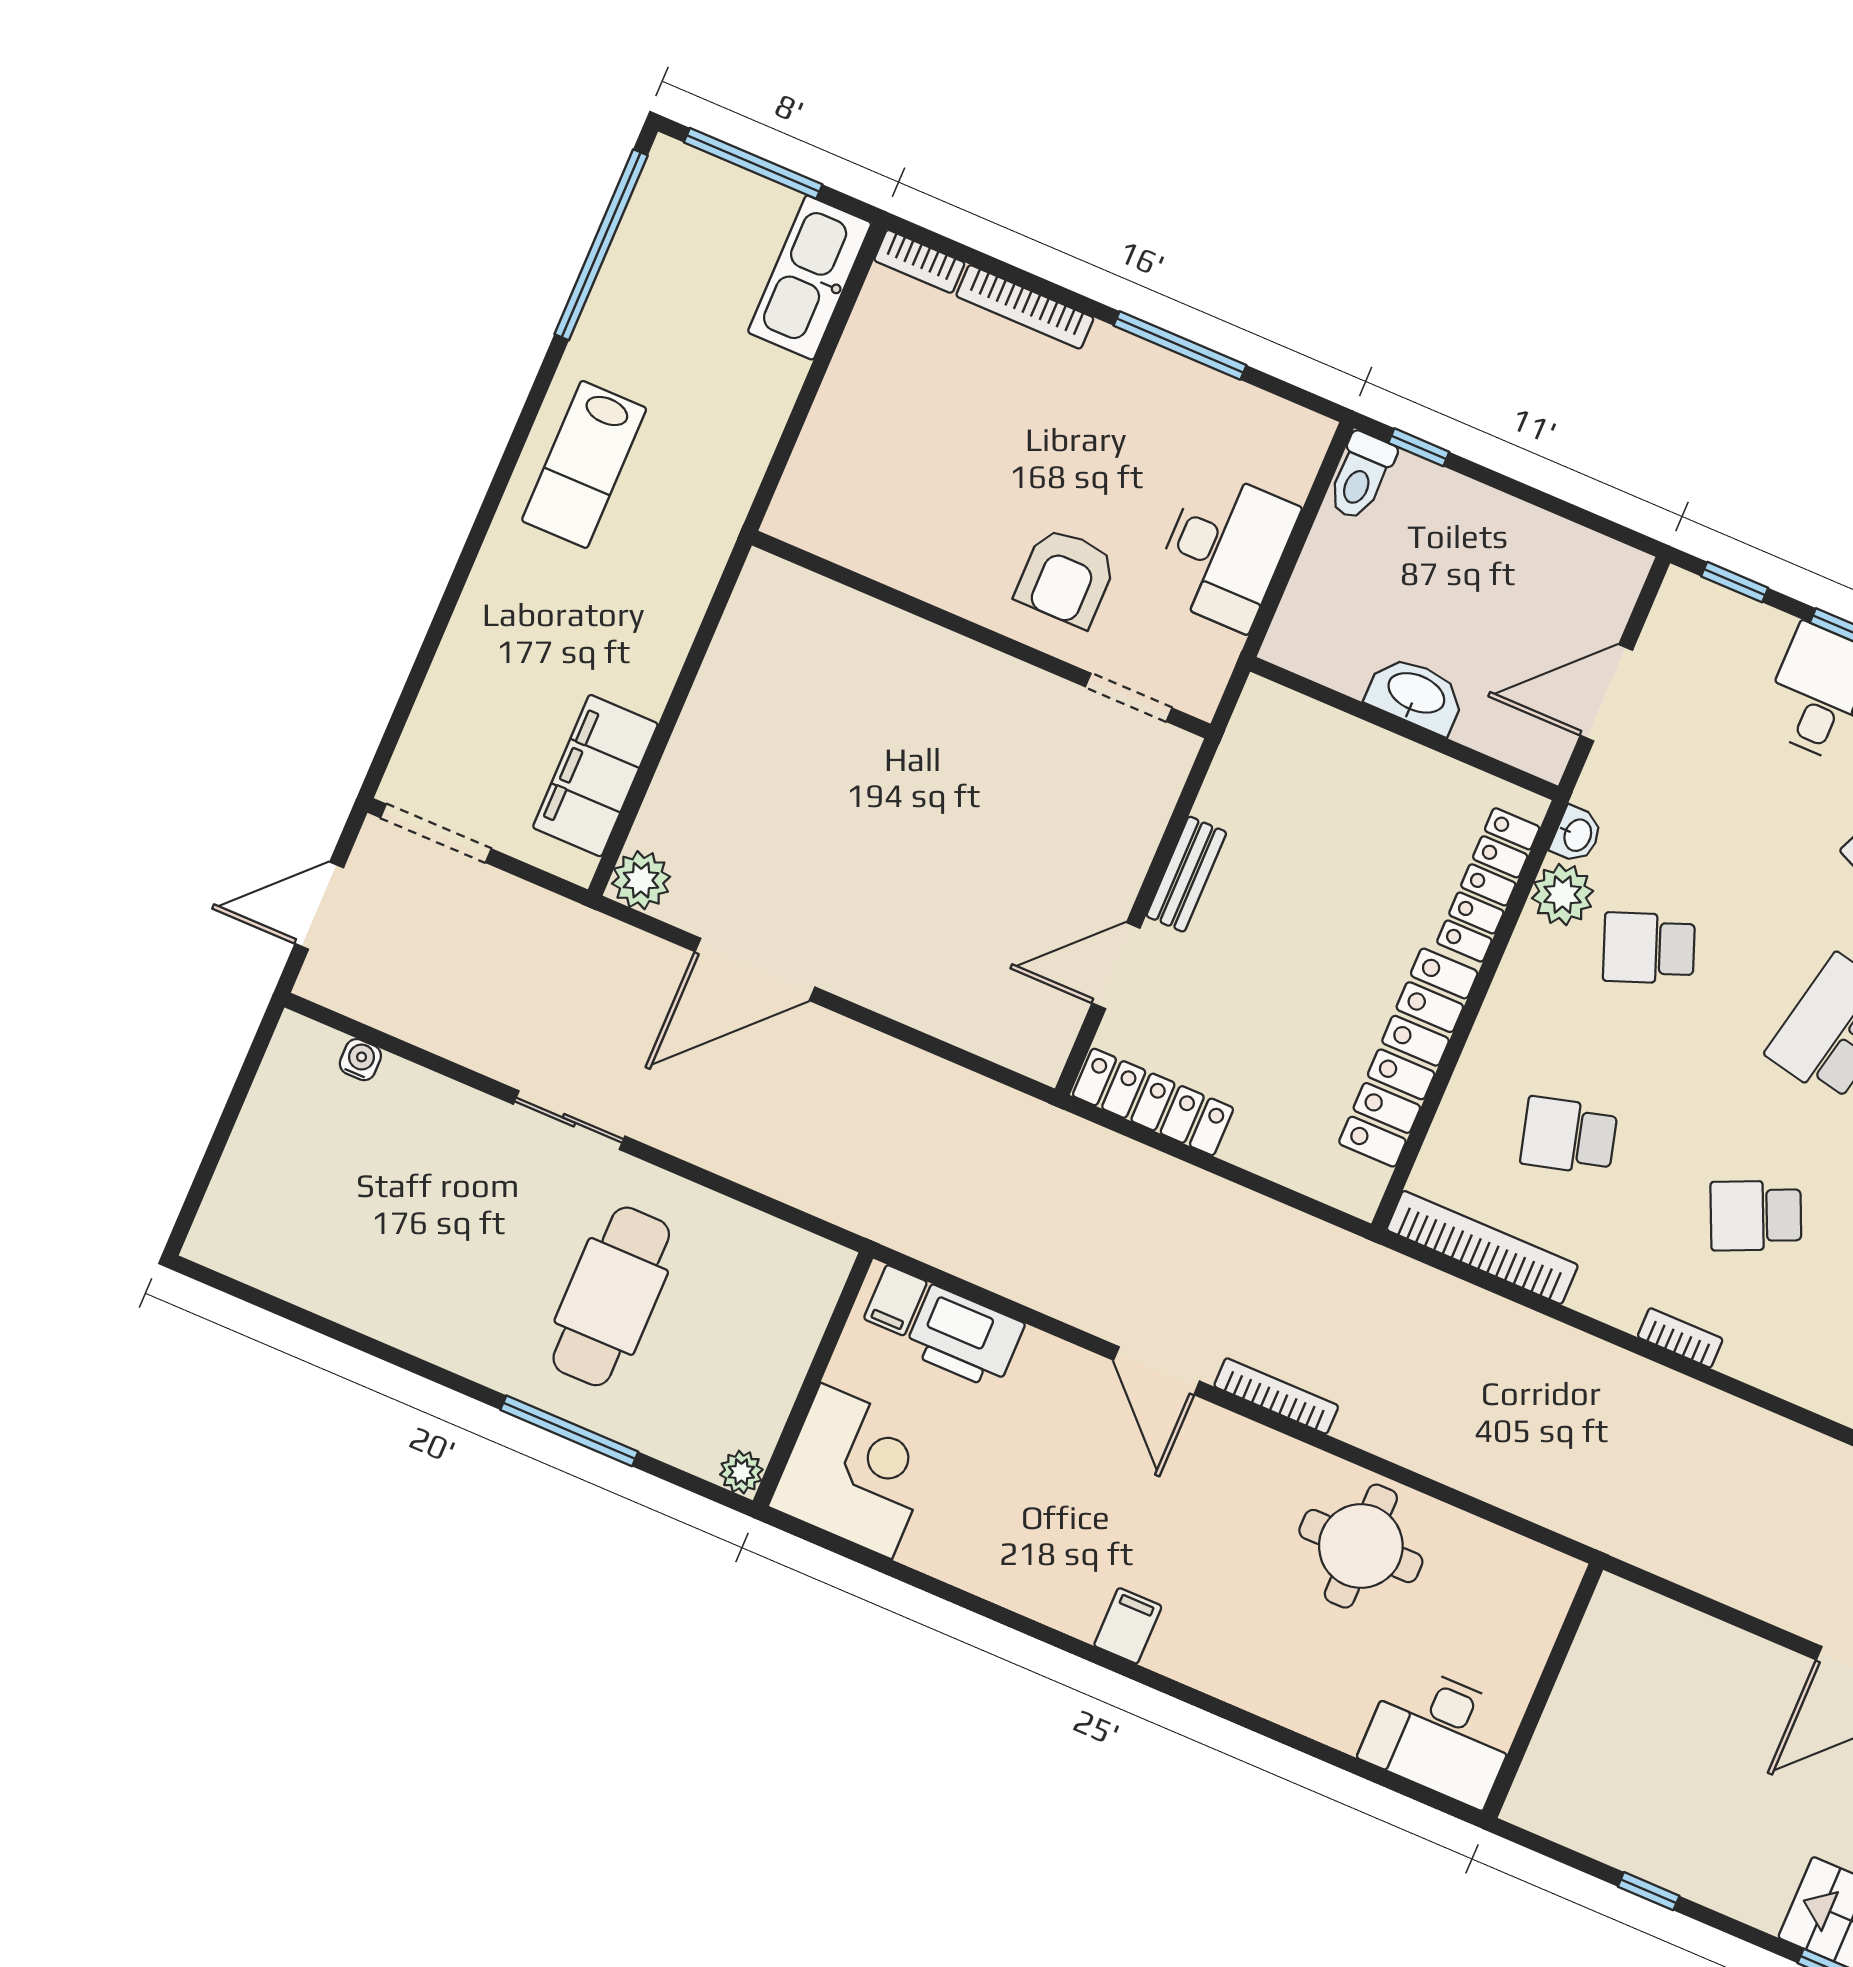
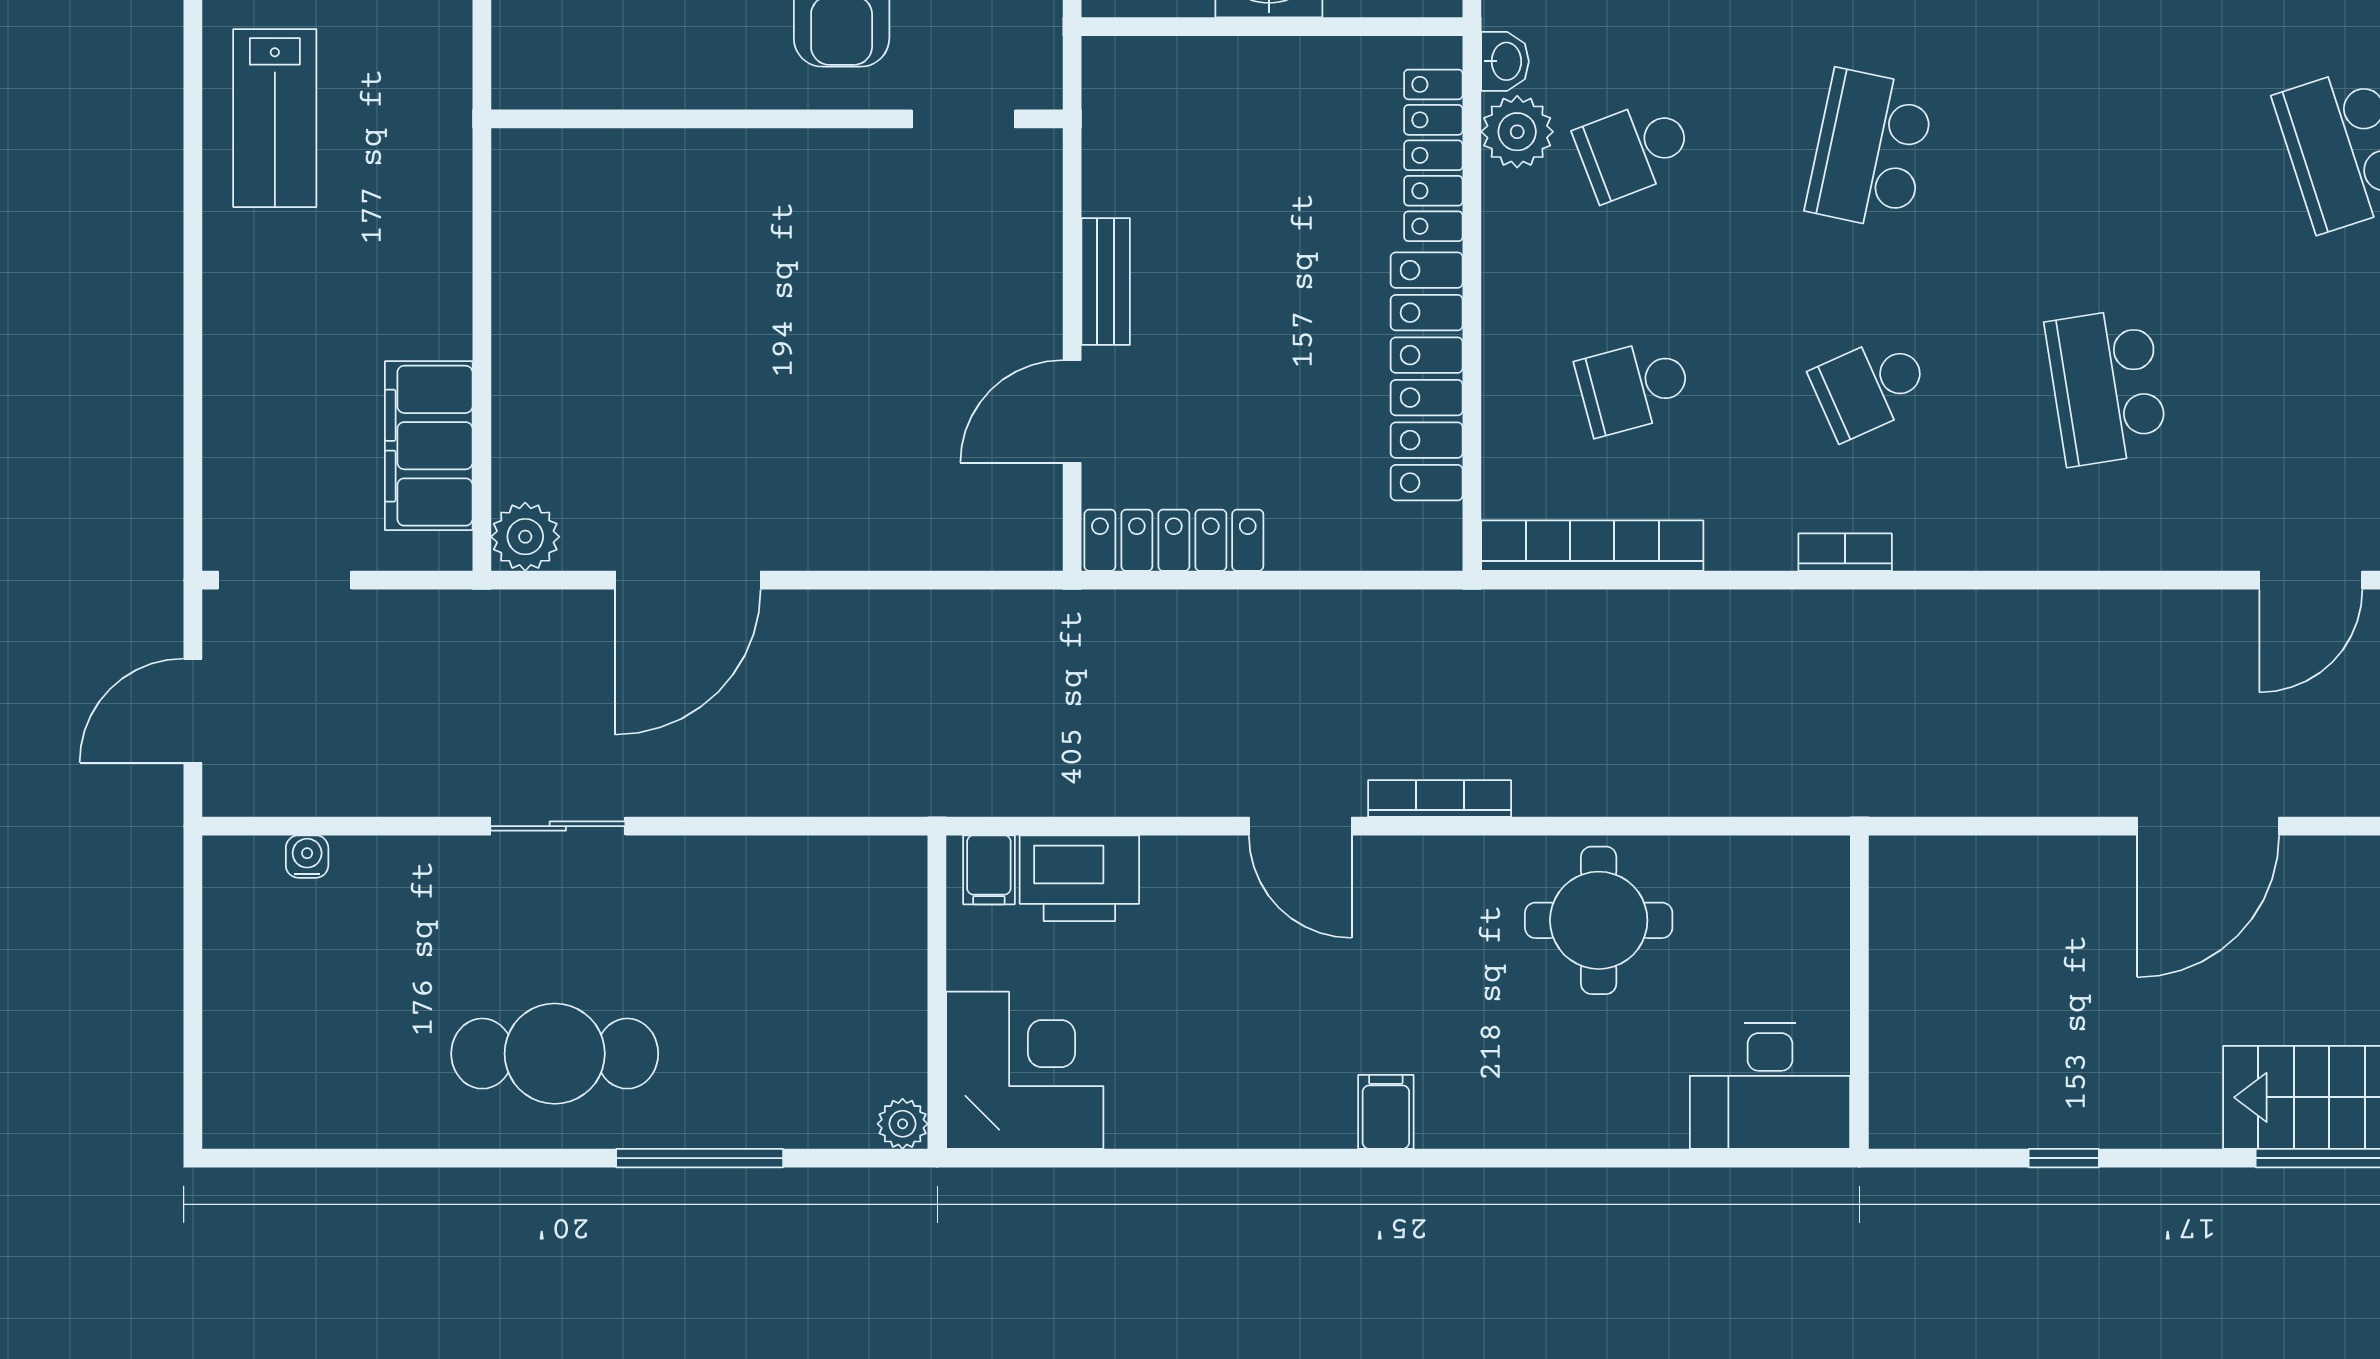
cafe table: (611, 1296) -> (555, 1054), moved, turned 90

